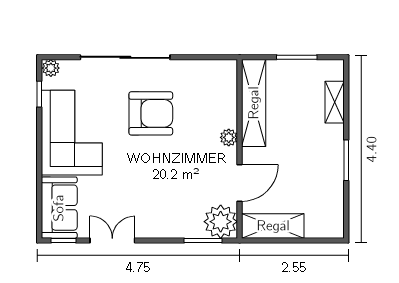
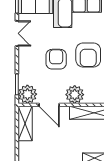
plant: (229, 137) -> (75, 95), width x1.88, depth x1.88
armchair: (158, 171) -> (56, 59), added

